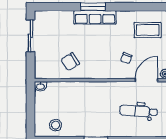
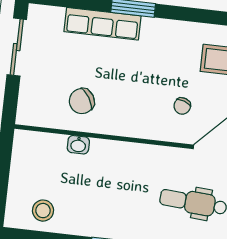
row of seats: (95, 17) -> (102, 24), moved
washbasin: (40, 86) -> (78, 145), moved

